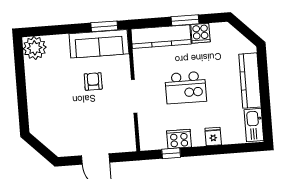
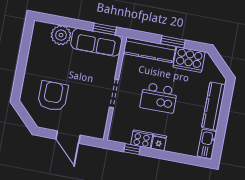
cooker: (200, 33) -> (189, 60), width x1.87, depth x1.31
plant: (35, 48) -> (61, 35), moved
armchair: (93, 81) -> (53, 96), moved, width x1.88, depth x1.88
fridge: (213, 137) -> (159, 142), moved

